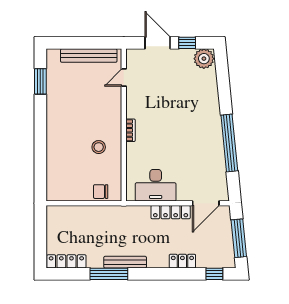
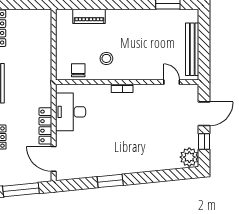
window: (229, 143) -> (110, 181), width x0.47
piano: (54, 166) -> (89, 16), added
chair: (101, 192) -> (78, 70), moved

